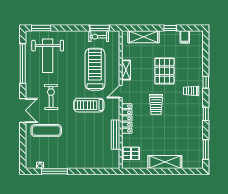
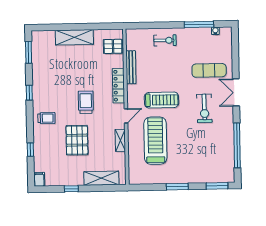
window: (100, 28) -> (177, 187), moved
exercise bike: (99, 37) -> (165, 40), moved
filing cabinet: (185, 37) -> (39, 179), moved
weight bench: (48, 56) -> (209, 155), removed
treadmill: (95, 69) -> (155, 141), turned 180
window: (206, 82) -> (30, 150), moved

